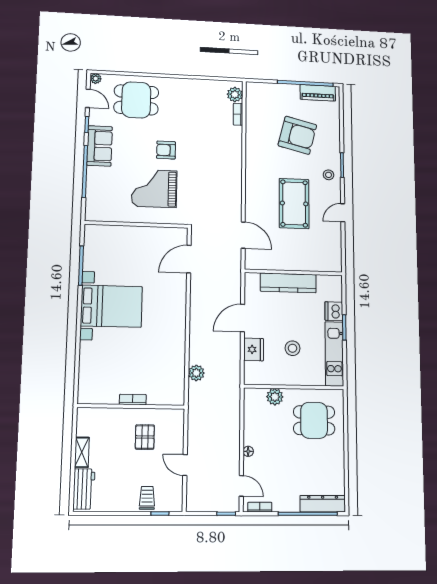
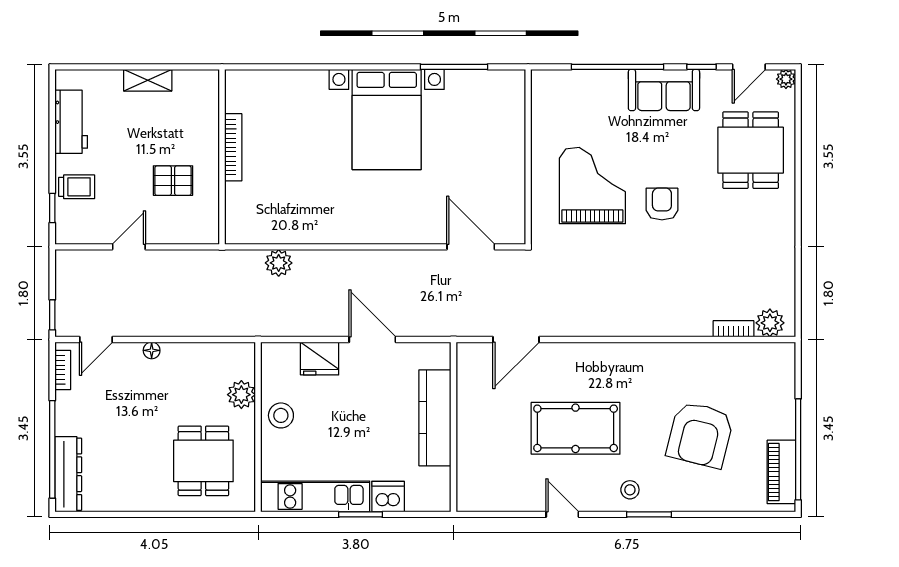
stool: (293, 348) -> (281, 415), moved
bookcase: (133, 400) -> (233, 147), width x1.56
workbench: (84, 489) -> (71, 122), moved, turned -90

